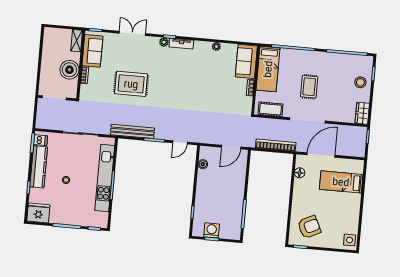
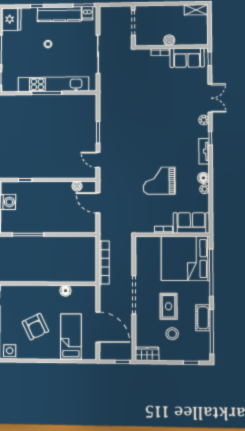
shelving: (77, 41) -> (196, 10), moved
plant: (164, 42) -> (204, 120), moved
floor lamp: (206, 47) -> (203, 178), added
bed: (268, 69) -> (186, 258), width x2.04
boiler: (69, 70) -> (169, 40), width x0.54, depth x0.54
stool: (360, 82) -> (172, 334), moved
rug: (131, 84) -> (156, 102), removed
rug: (309, 87) -> (169, 306), moved, turned 90
grand piano: (205, 88) -> (159, 181), added
cot: (271, 109) -> (203, 318), moved
bench: (132, 131) -> (105, 108), removed
door: (231, 147) -> (98, 203), moved
door: (321, 155) -> (98, 327), moved
floor lamp: (300, 173) -> (65, 291), moved
armchair: (309, 227) -> (35, 327), moved

